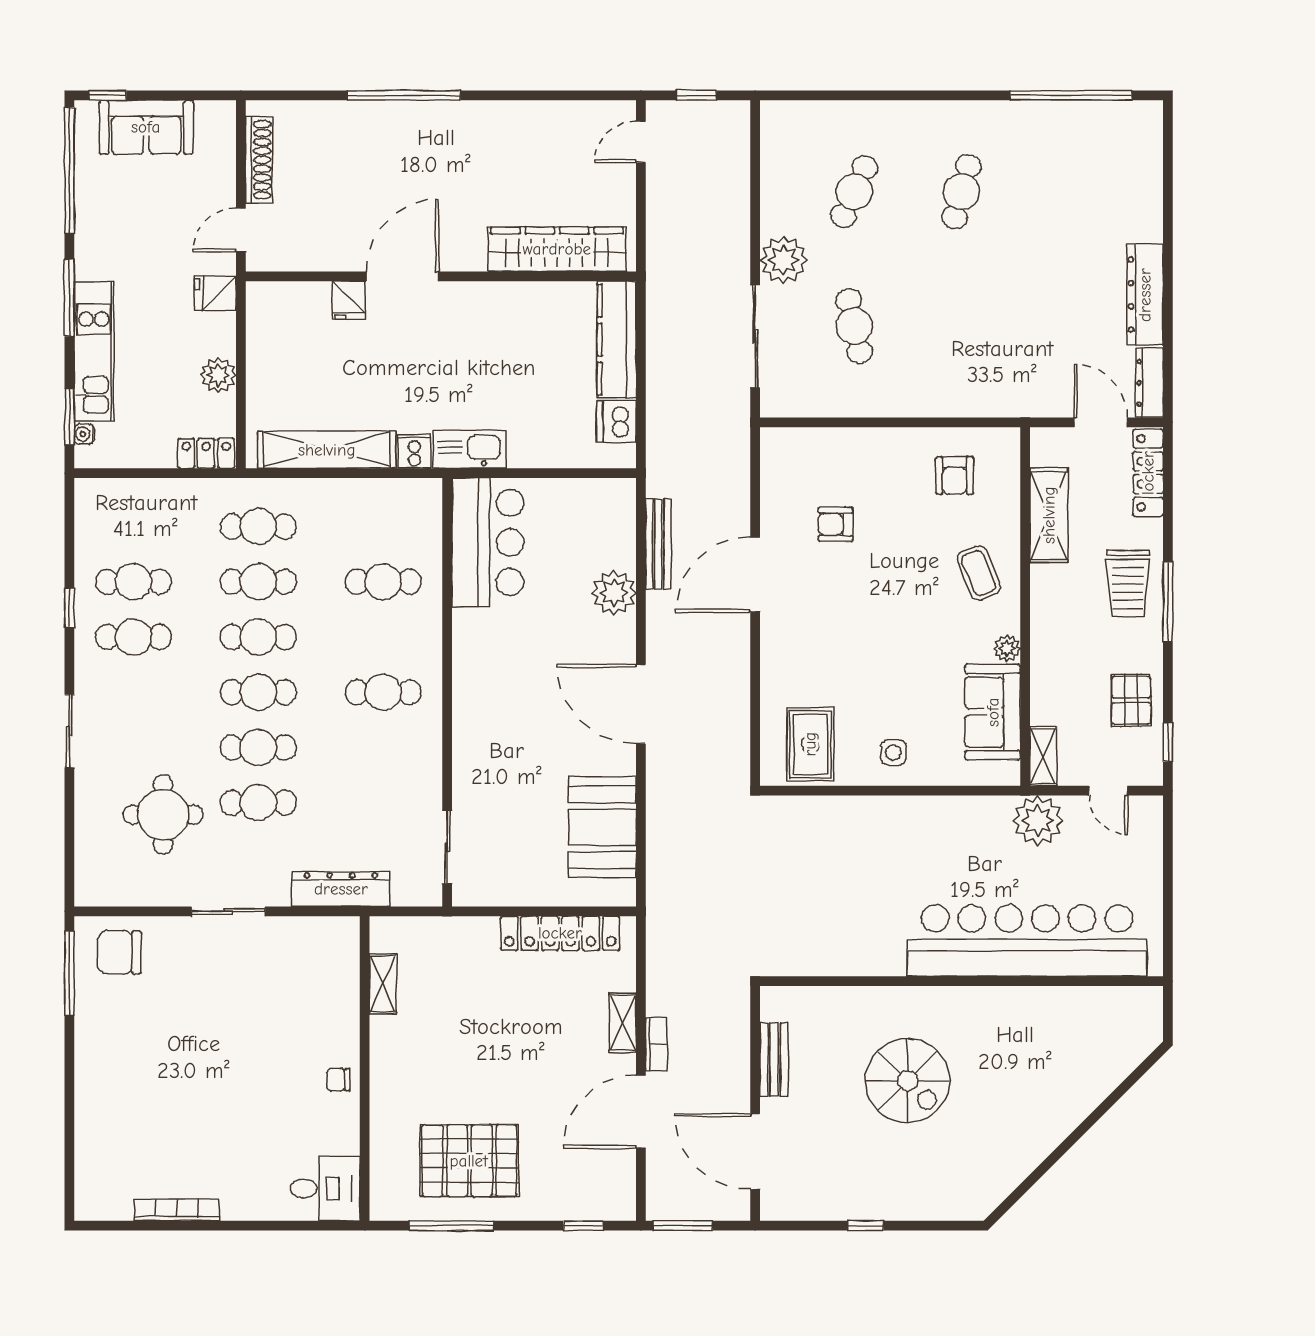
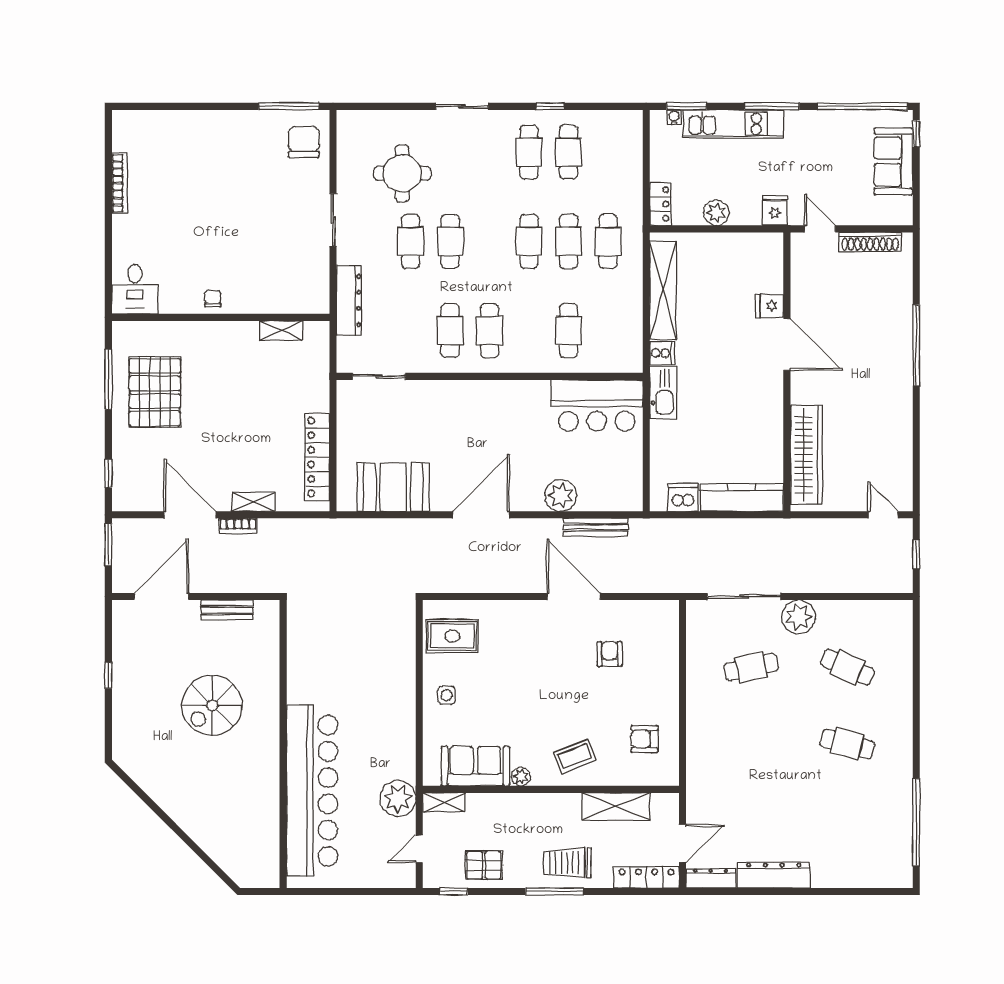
cafe table: (258, 692) -> (450, 331), moved

